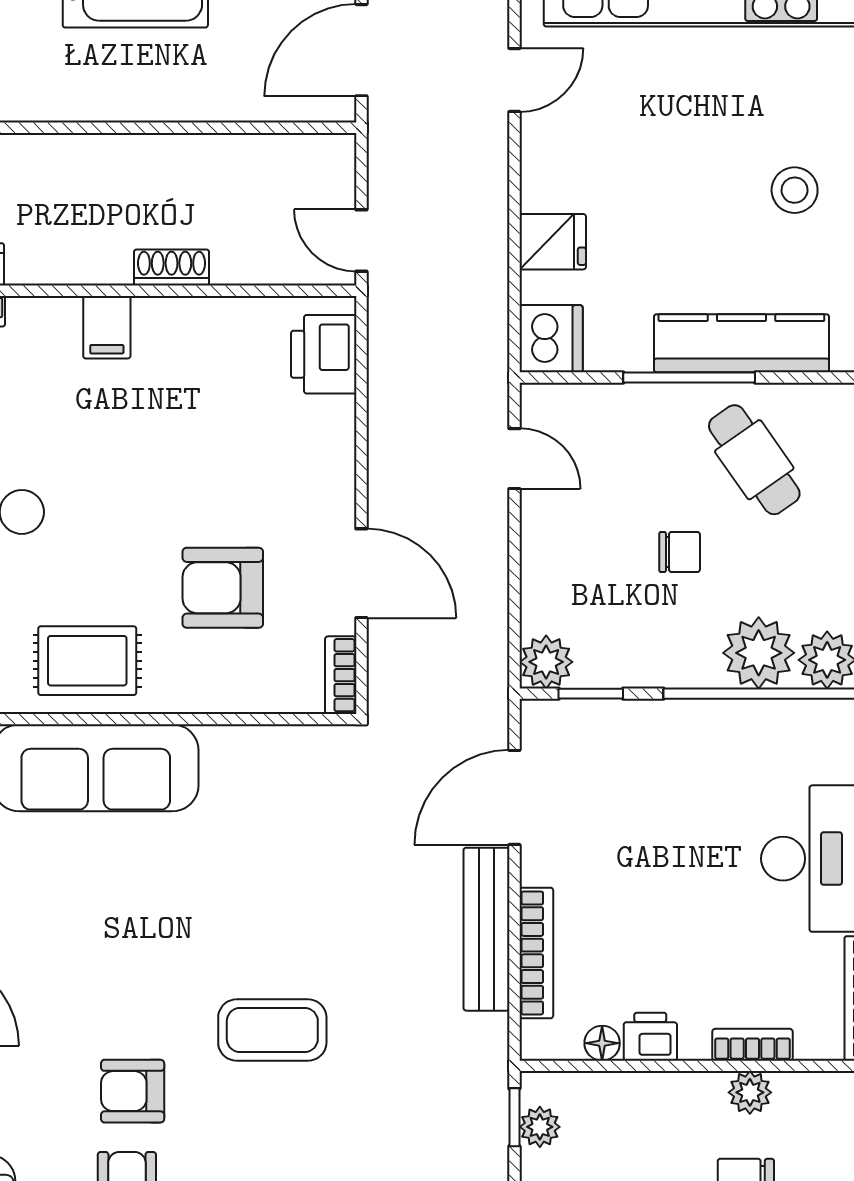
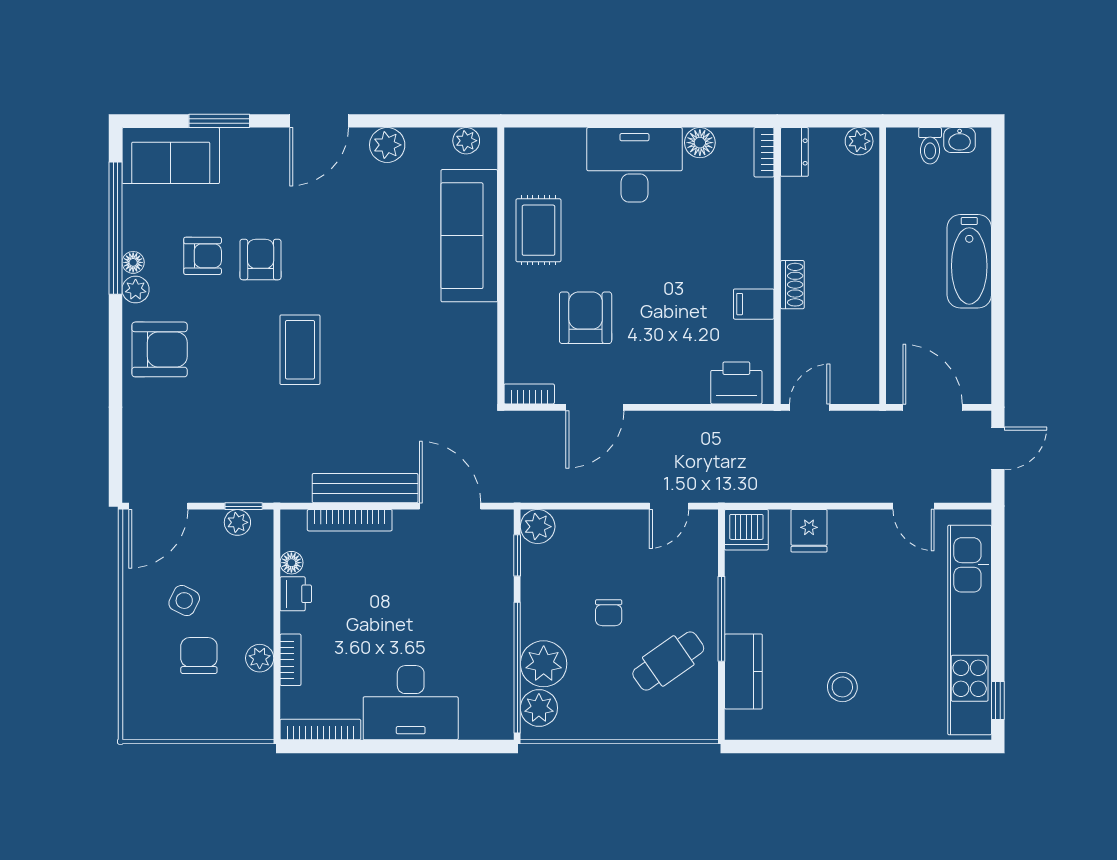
filing cabinet: (107, 327) -> (754, 304), moved
kitchen counter: (741, 343) -> (743, 672), width x0.67

